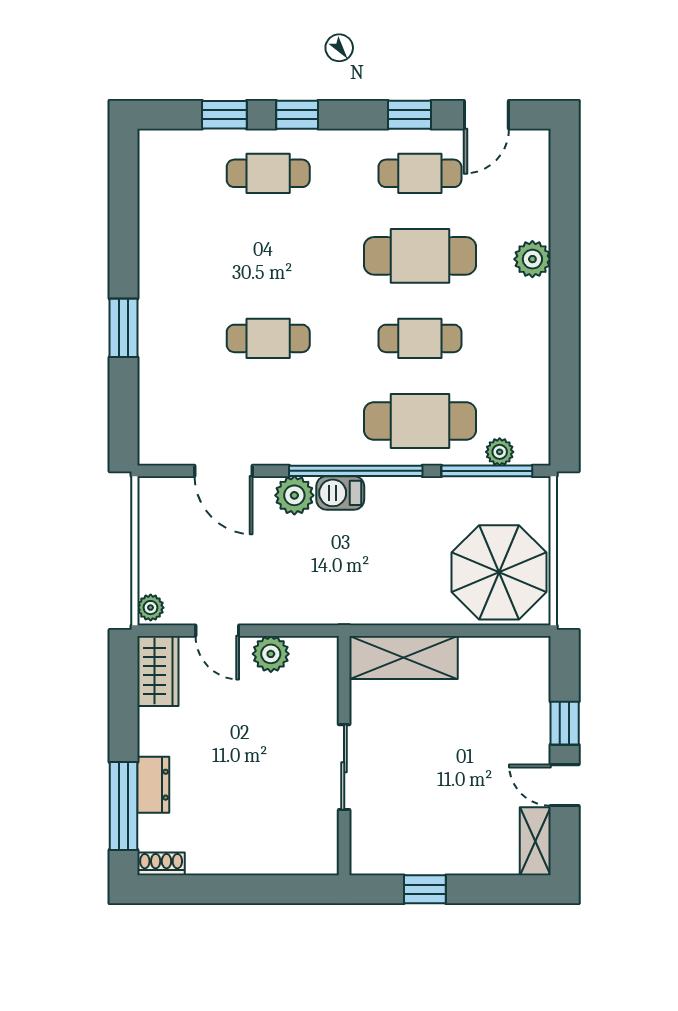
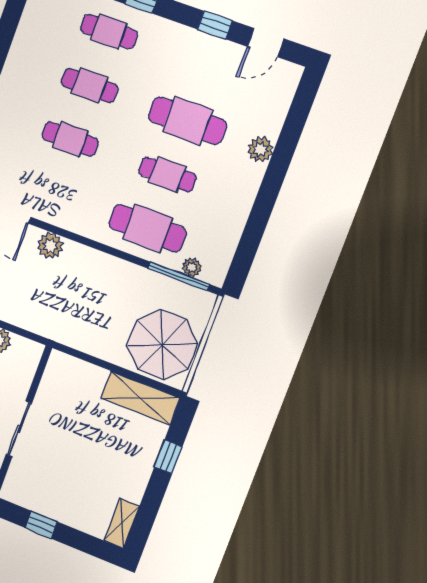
cafe table: (420, 173) -> (90, 85), moved
window: (356, 471) -> (95, 245), removed
barbecue: (340, 493) -> (80, 255), removed
shelving: (403, 657) -> (140, 398), moved
door: (565, 785) -> (154, 496), removed

